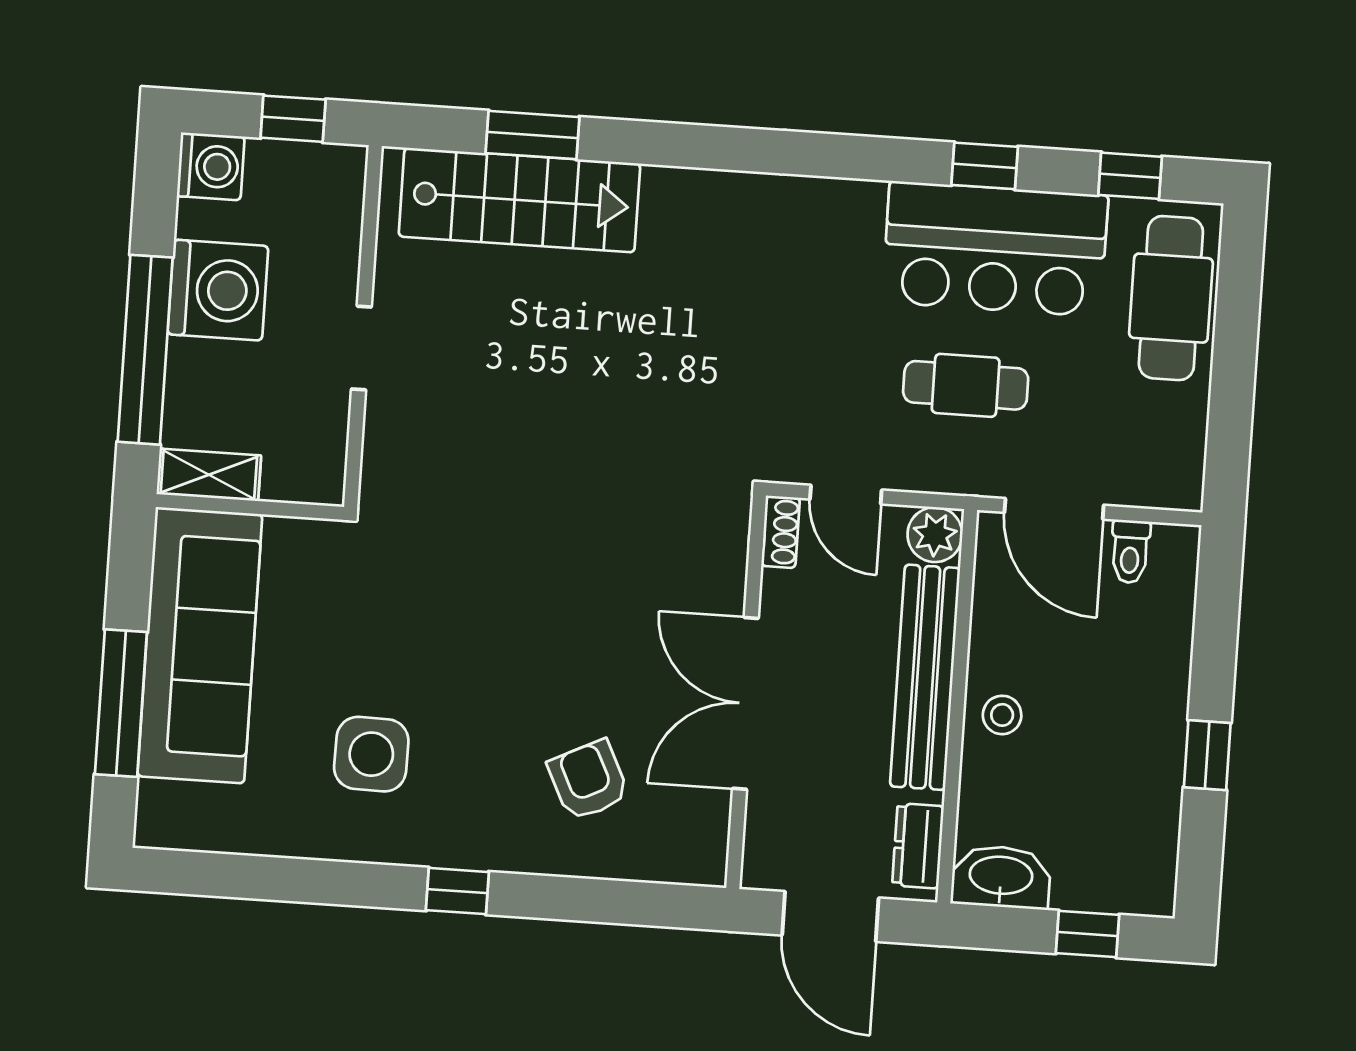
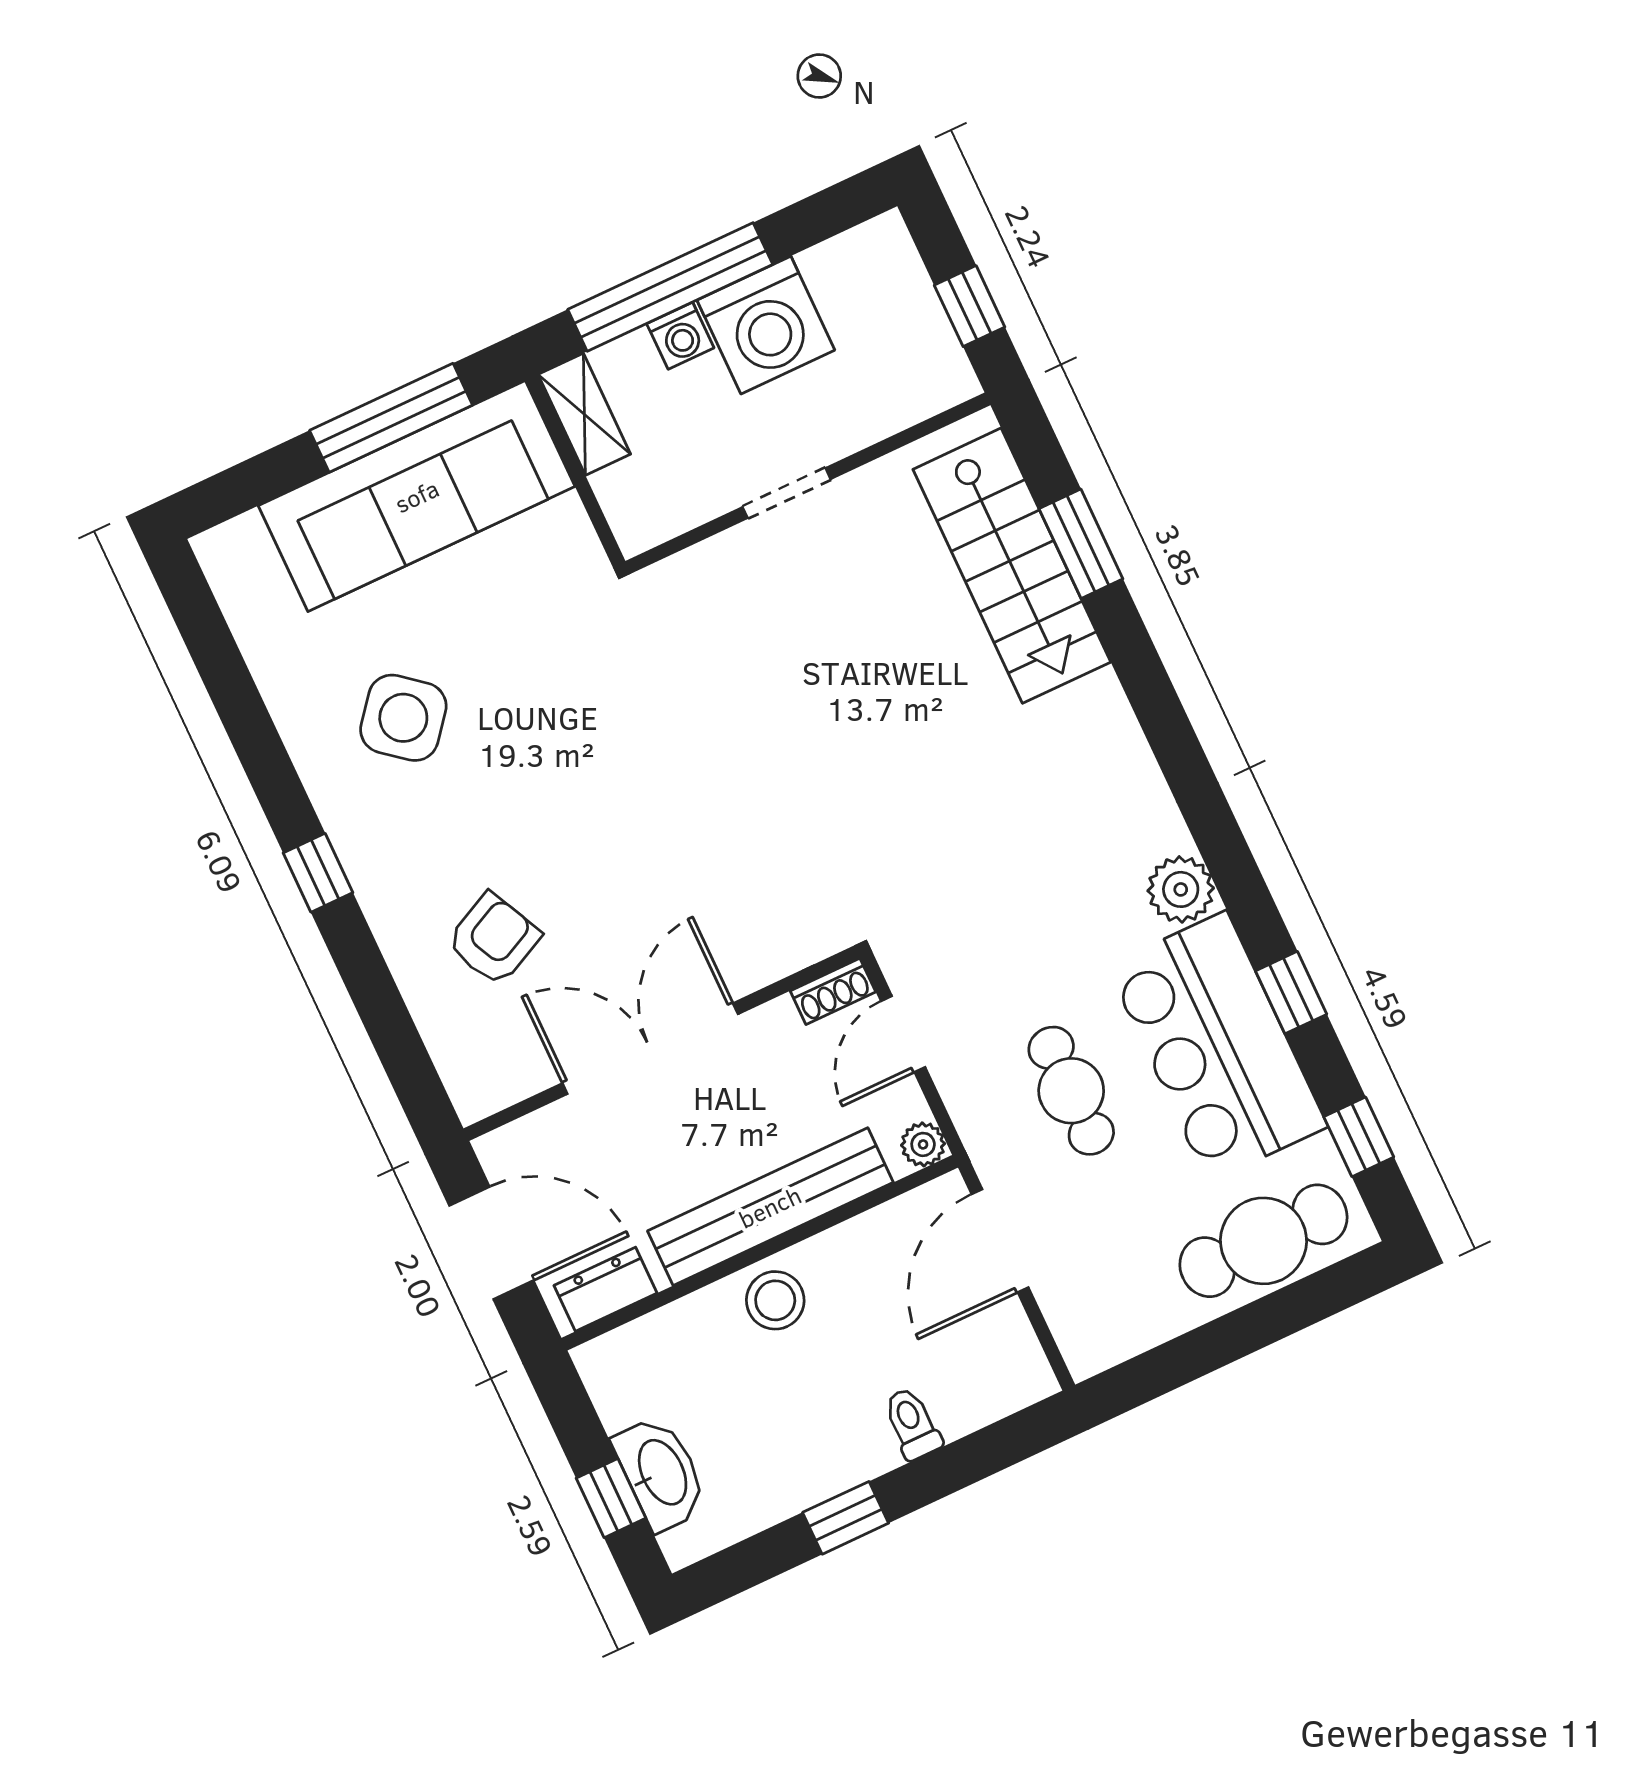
washing machine: (211, 166) -> (680, 336), moved, width x0.73, depth x0.73
plant: (853, 208) -> (1181, 889), added
plant: (935, 535) -> (923, 1144), width x0.73, depth x0.73
toilet: (1130, 551) -> (912, 1424), moved, turned 90
window: (121, 703) -> (391, 418), moved
stool: (1002, 715) -> (775, 1300), width x1.37, depth x1.37
side table: (371, 754) -> (403, 718), turned 38
washbasin: (1001, 877) -> (661, 1473), moved
door: (830, 917) -> (491, 1243), swing flipped

